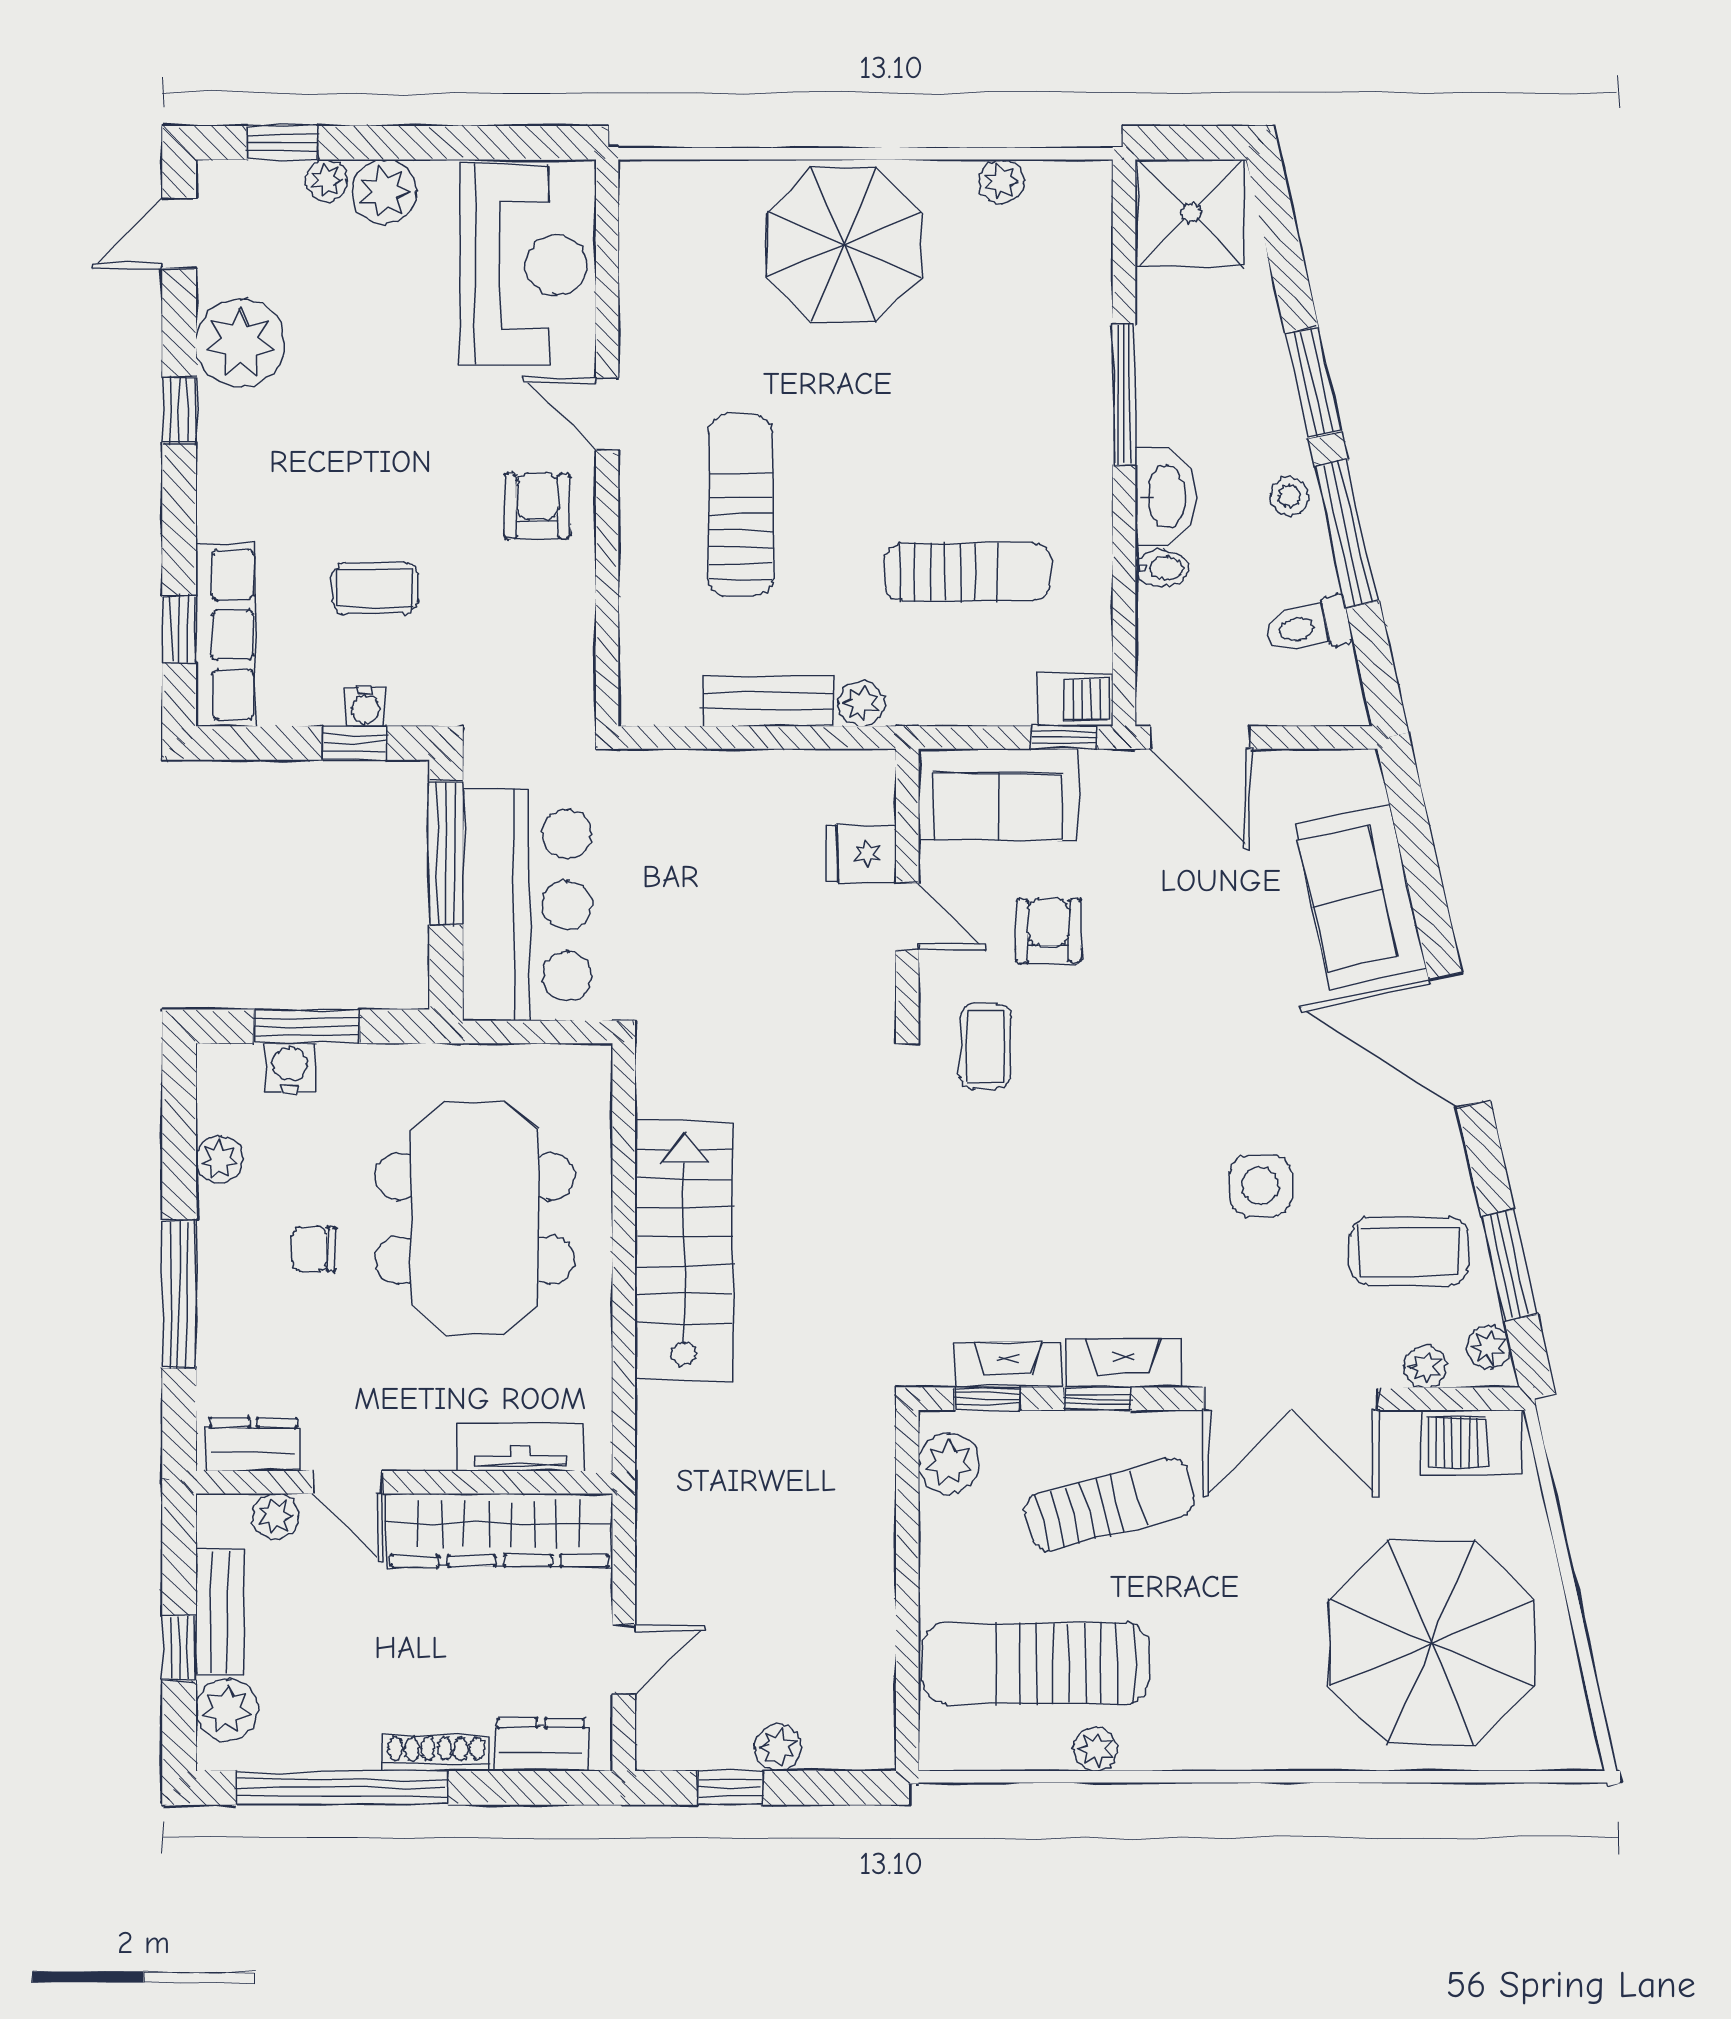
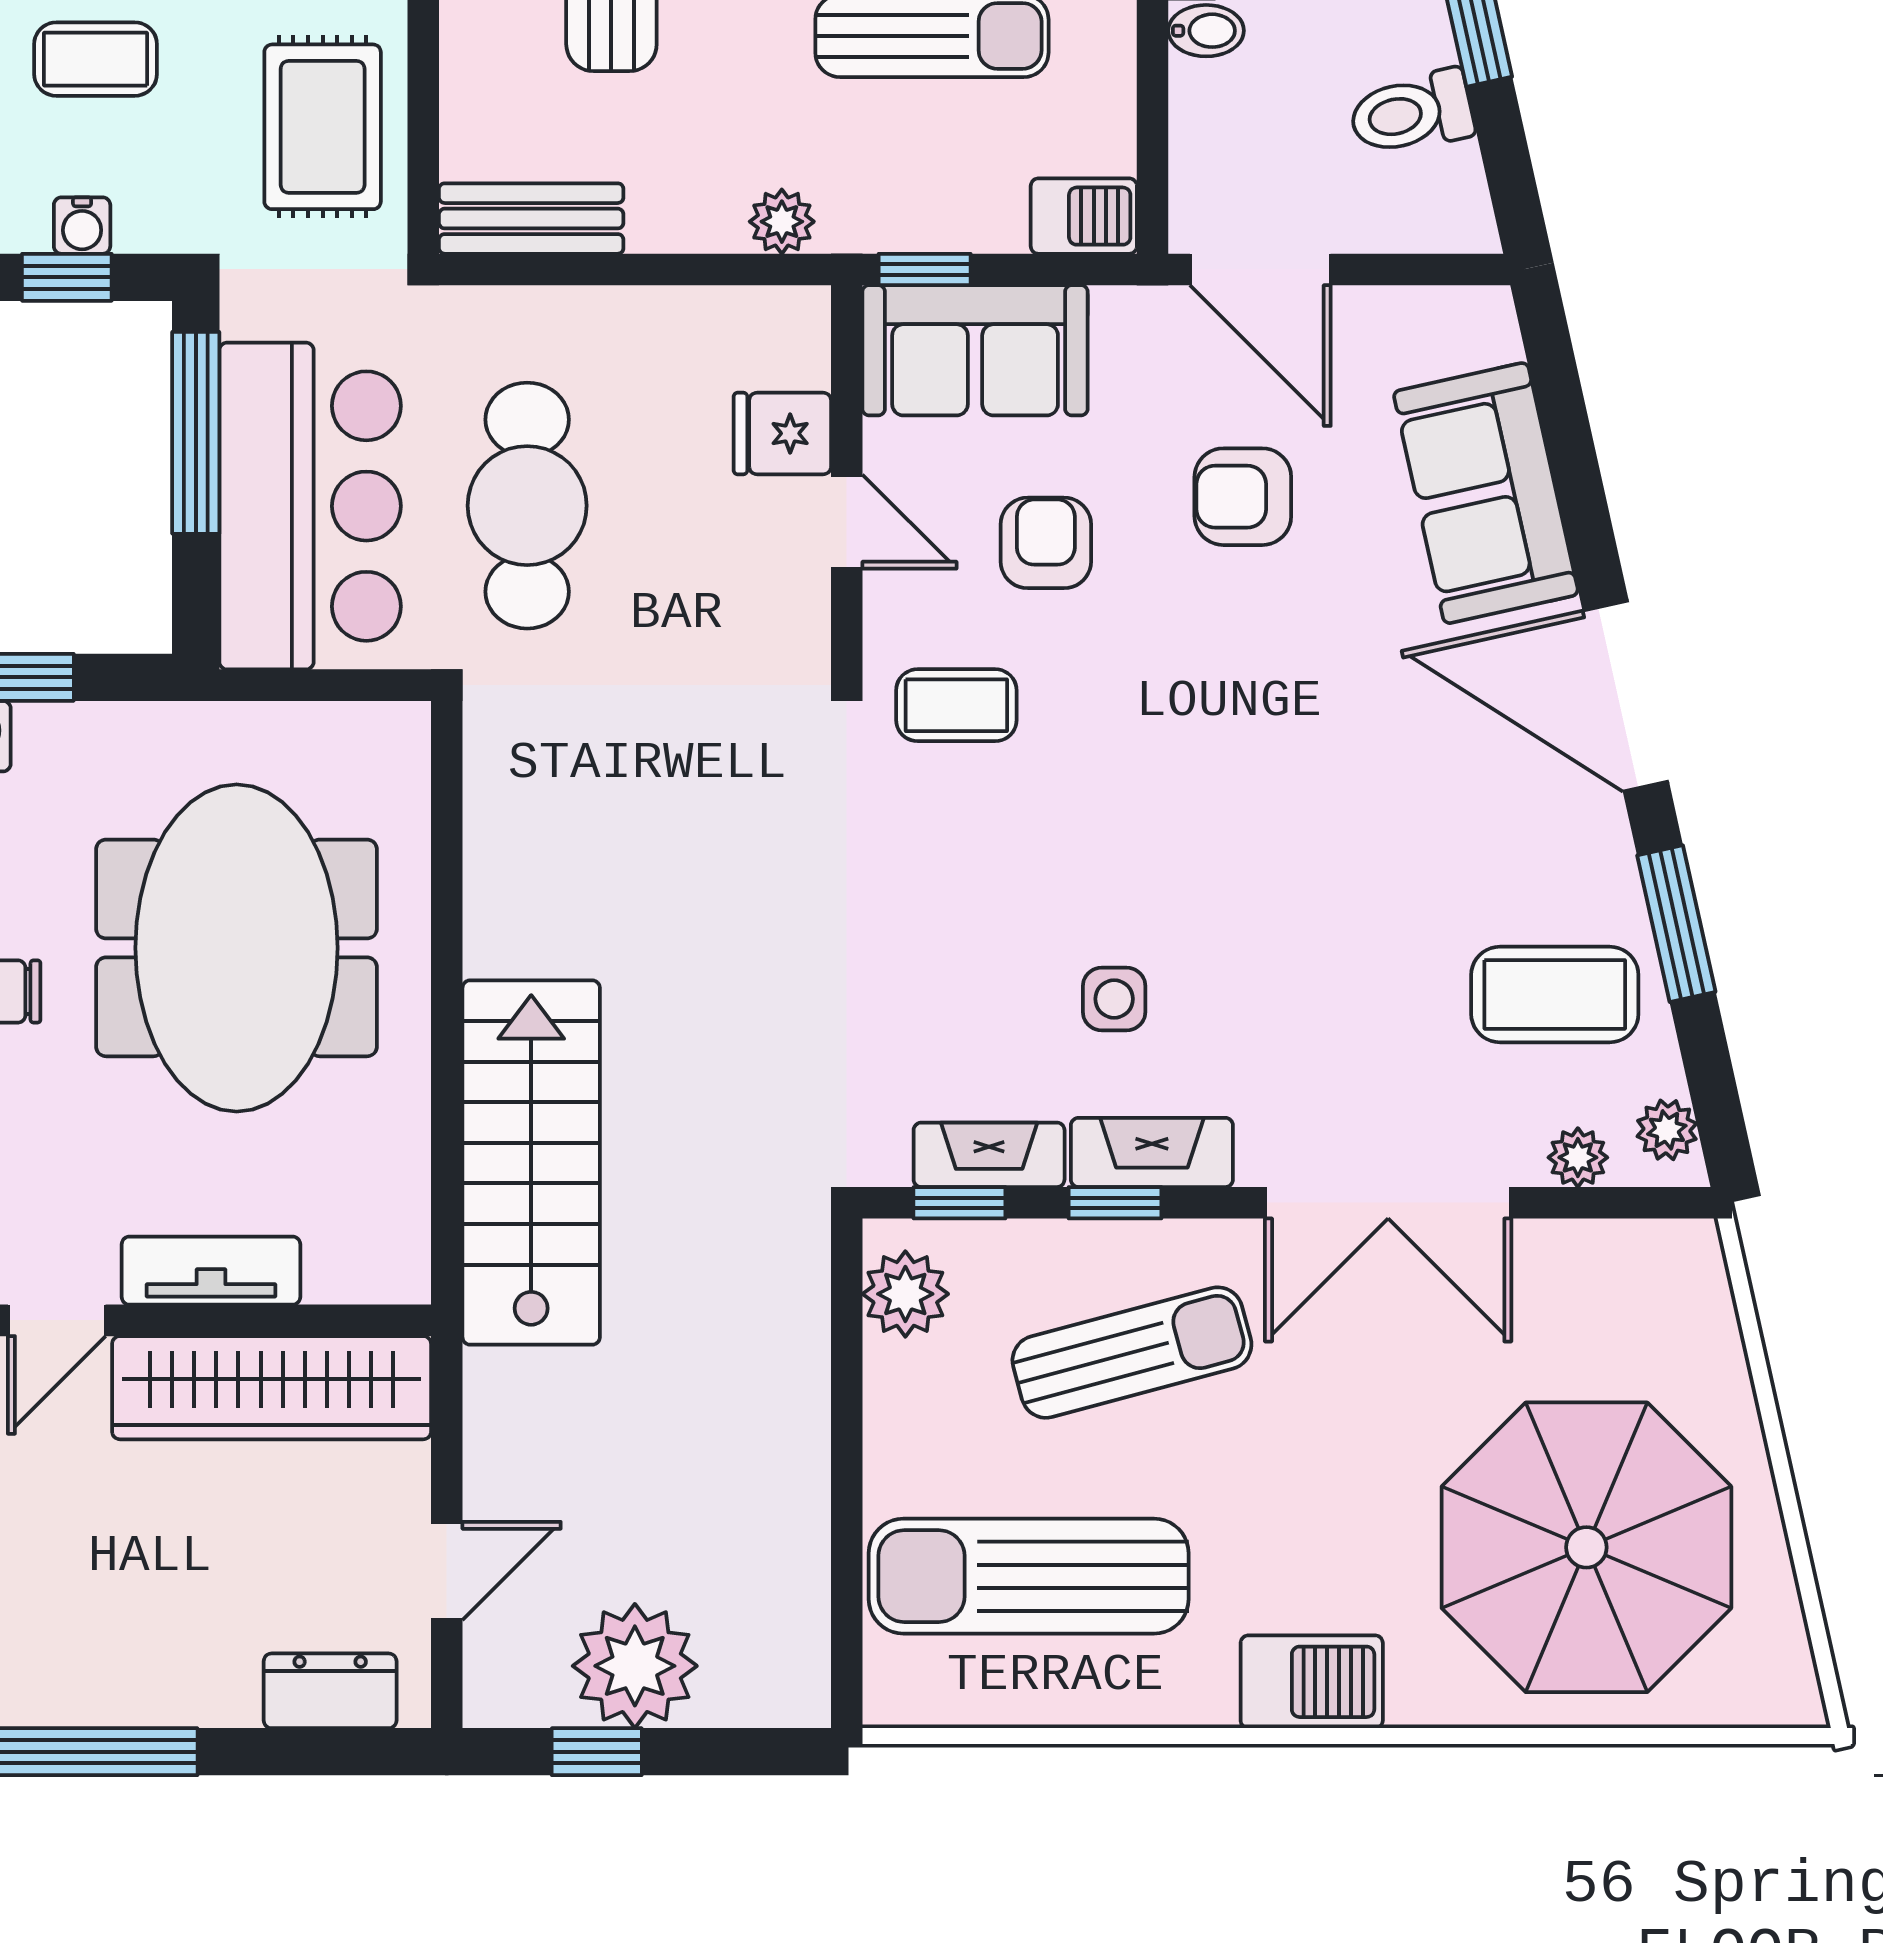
rug: (536, 636) -> (323, 127), added
bench: (769, 701) -> (531, 219), moved
window: (1063, 737) -> (925, 269), moved
armchair: (1188, 898) -> (1243, 497), added
cafe table: (681, 905) -> (527, 506), added
coffee table: (985, 1046) -> (956, 705), turned 90
side table: (1261, 1186) -> (1114, 999), moved, width x0.73, depth x0.73
stairs: (684, 1250) -> (531, 1163), moved
window: (1510, 1265) -> (1676, 924), moved
barbecue: (1472, 1443) -> (1312, 1682), moved, turned 180
tv unit: (520, 1447) -> (211, 1271), moved
door: (347, 1482) -> (57, 1320), hinge flipped
plant: (778, 1748) -> (635, 1666), width x1.88, depth x1.88
plant: (1096, 1749) -> (1113, 1697), removed
shoe rack: (436, 1753) -> (182, 1703), removed

